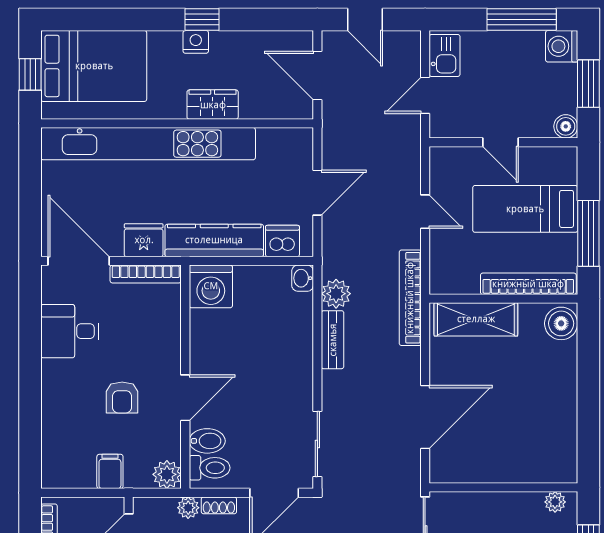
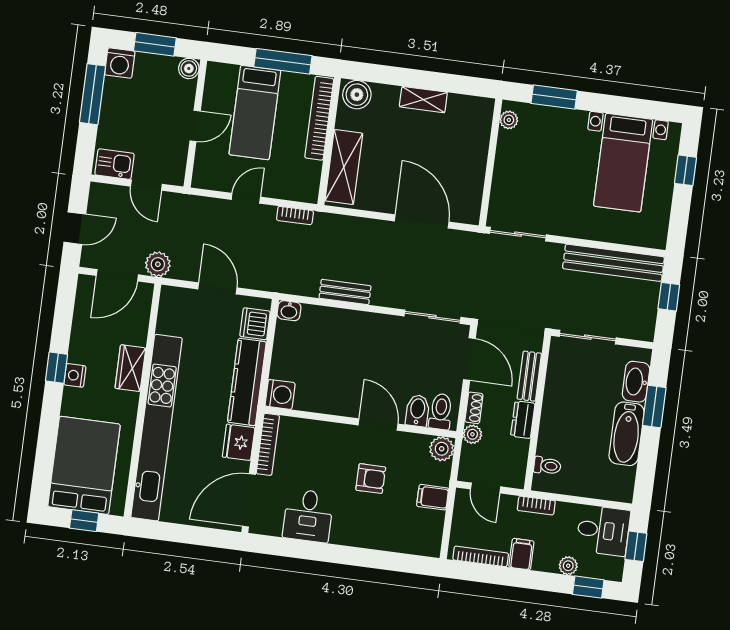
washing machine: (211, 286) -> (280, 394), width x0.73, depth x0.73
plant: (336, 294) -> (158, 264), moved
bookcase: (410, 298) -> (295, 215), width x0.43, depth x0.76
shelving: (566, 401) -> (423, 100), added

